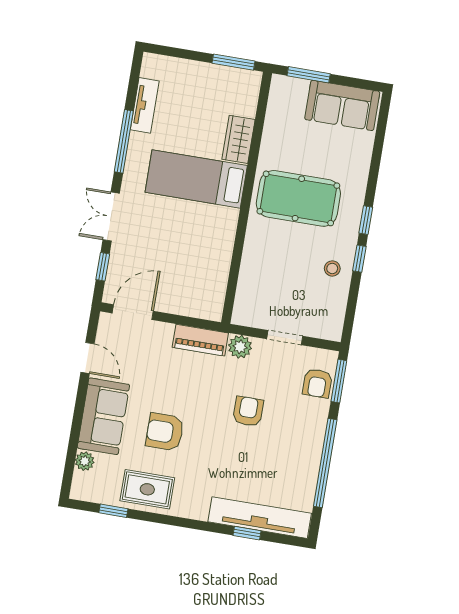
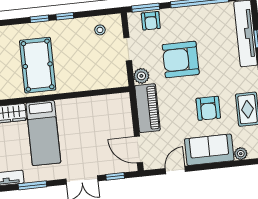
window: (124, 141) -> (32, 185), width x0.69
stool: (332, 268) -> (100, 30), moved
piano: (200, 340) -> (147, 108), width x1.37, depth x1.33
armchair: (317, 383) -> (151, 21), turned 90
armchair: (248, 411) -> (181, 59), width x1.88, depth x1.88

